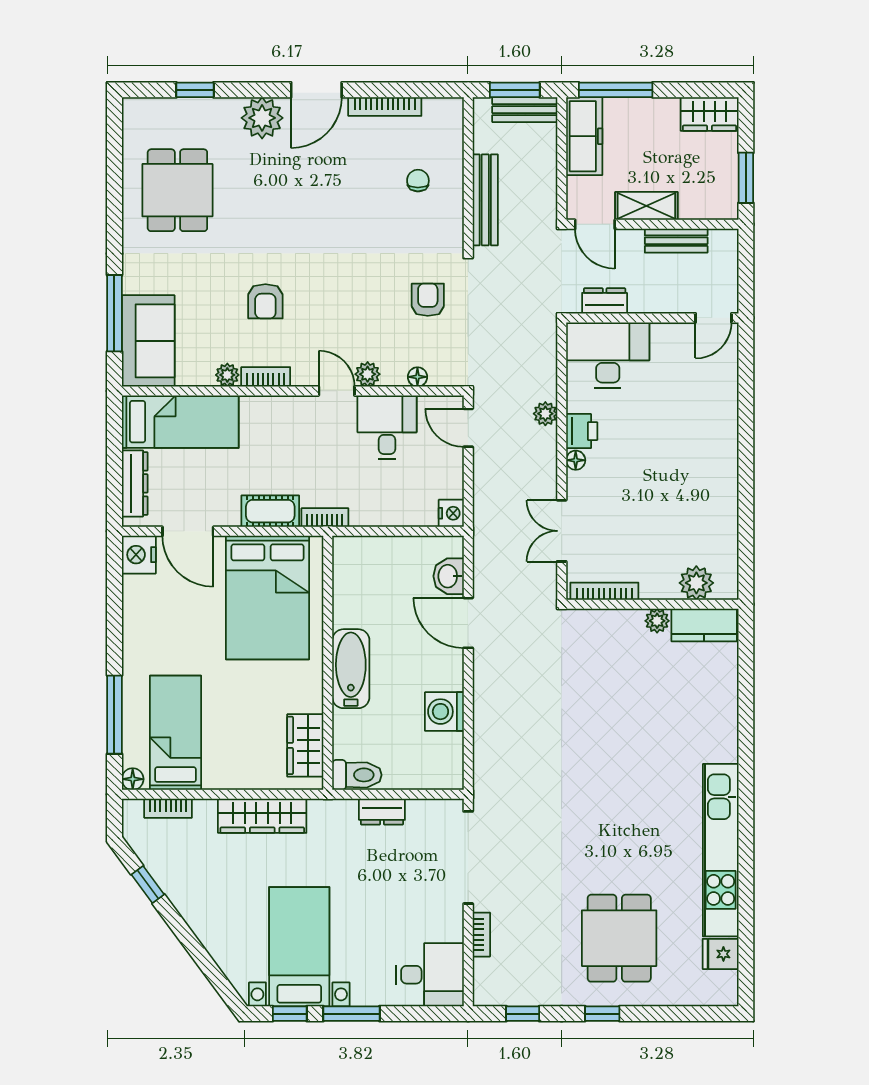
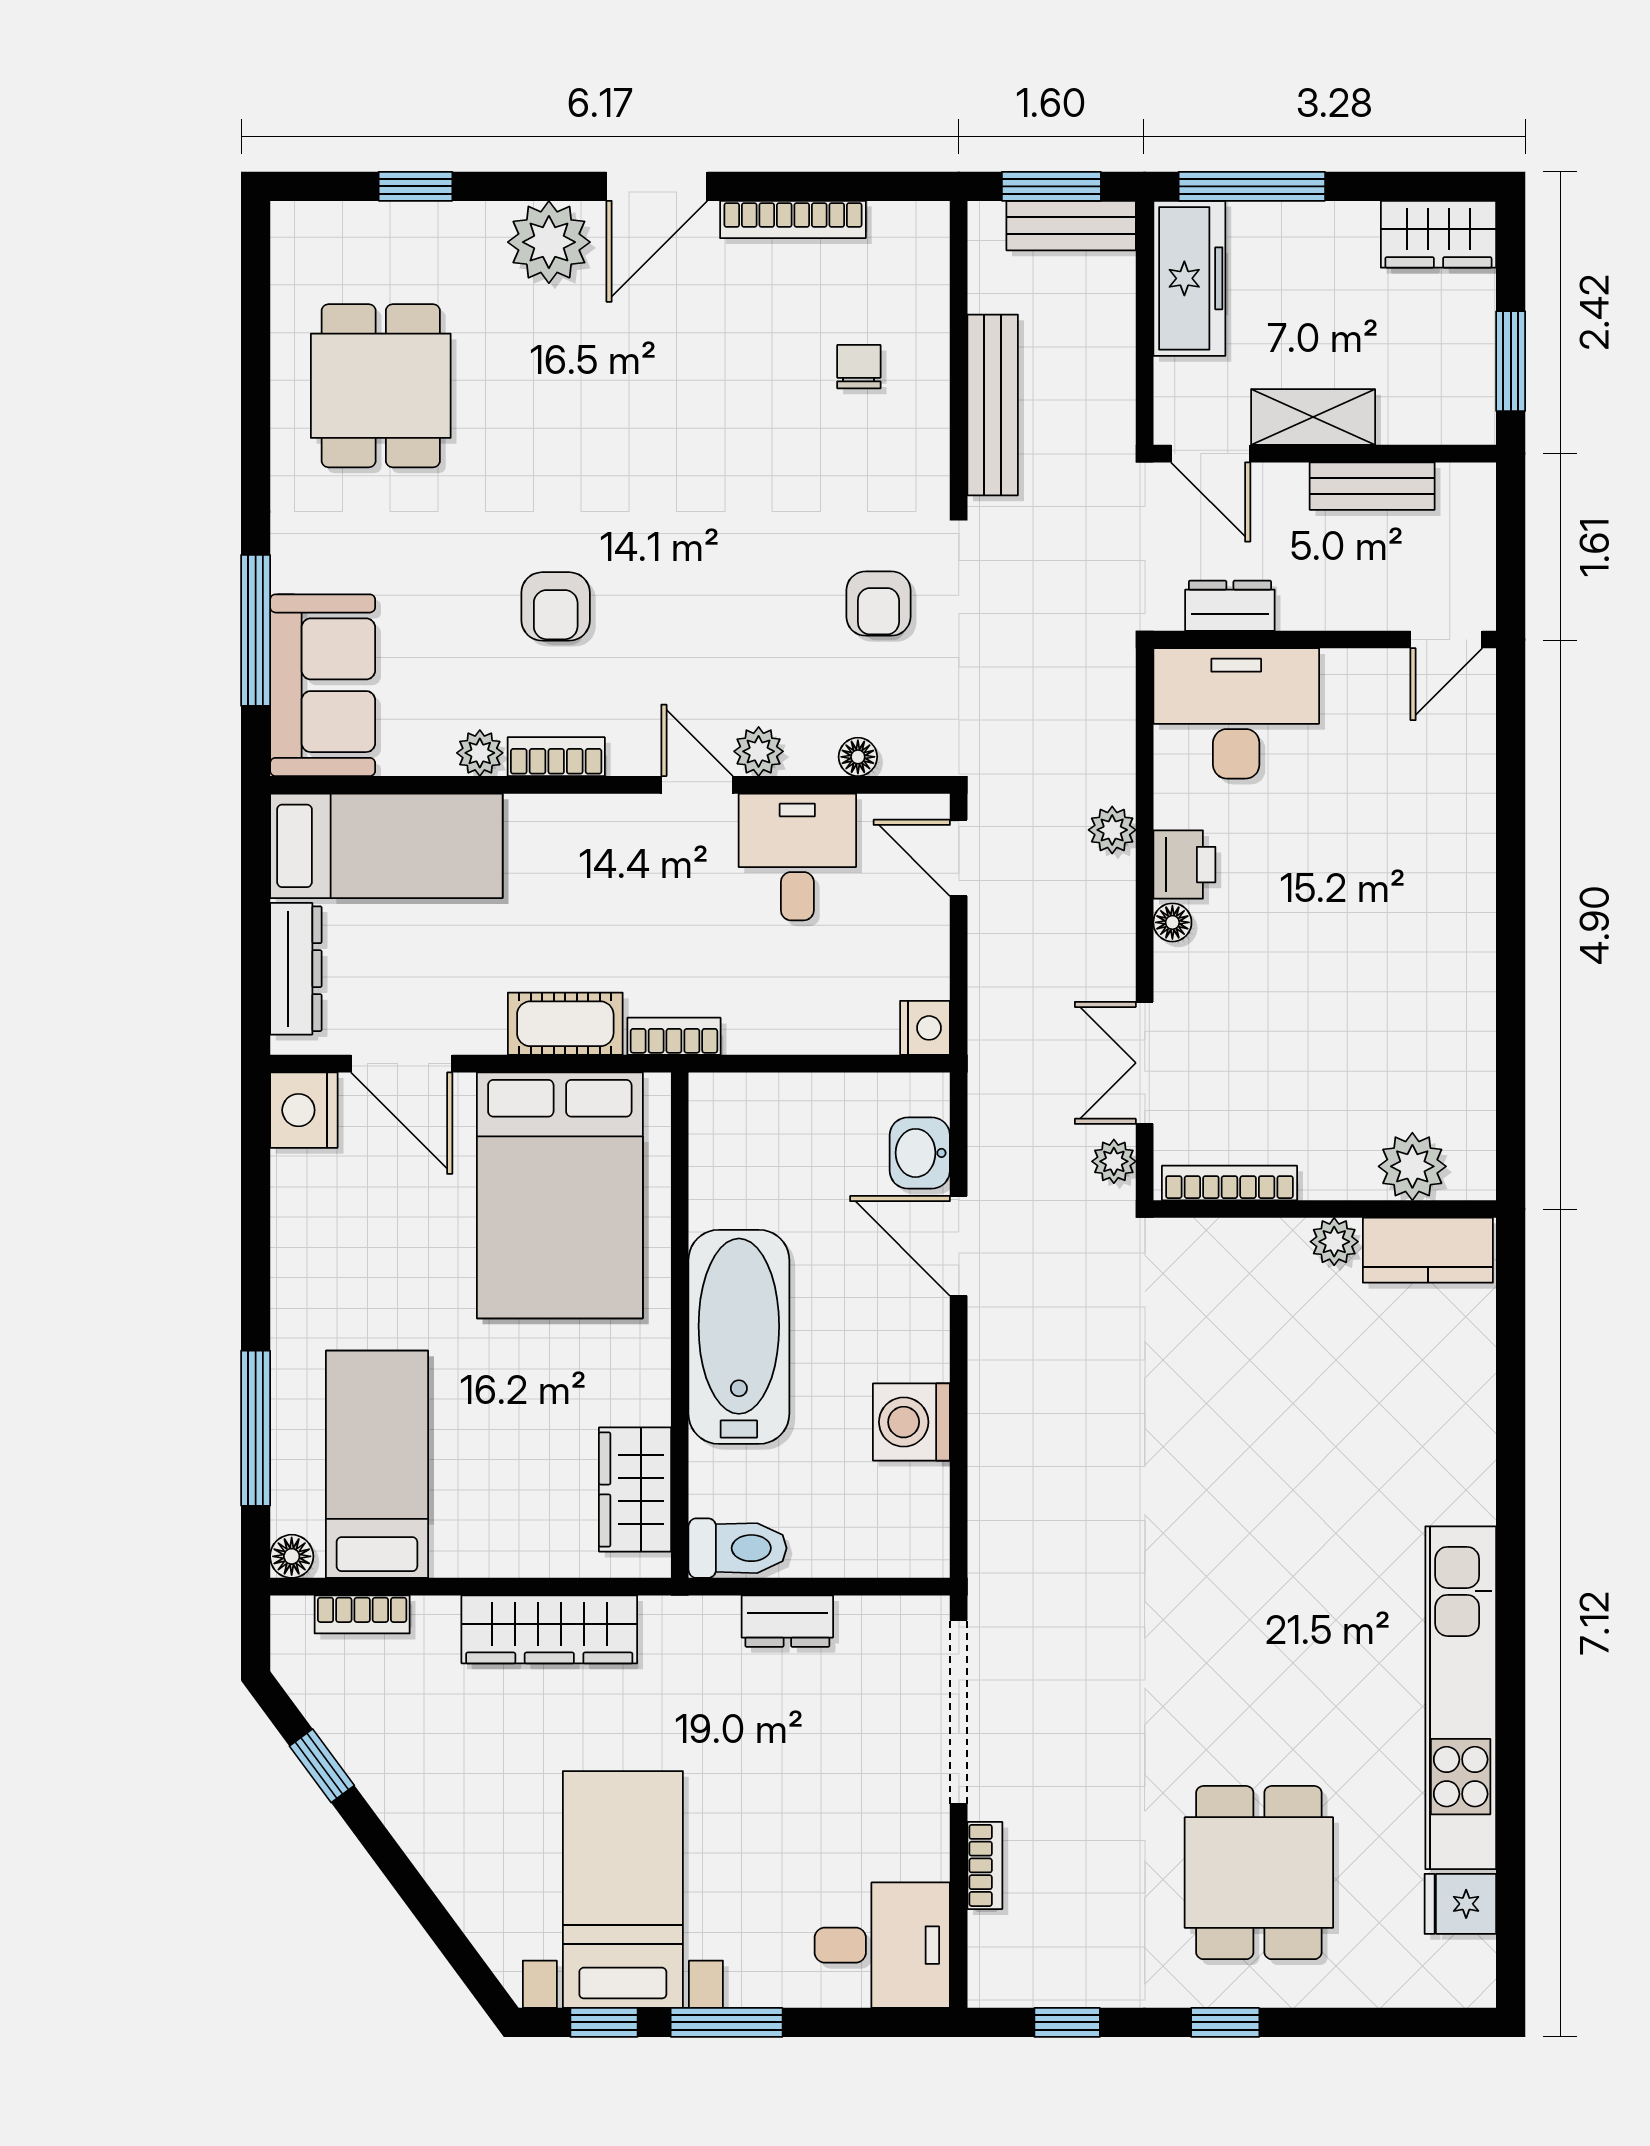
armchair: (428, 300) -> (878, 604), turned 180
plant: (546, 580) -> (1114, 1161), added
bathtub: (351, 669) -> (739, 1337), width x1.36, depth x1.36

